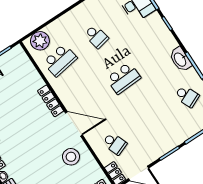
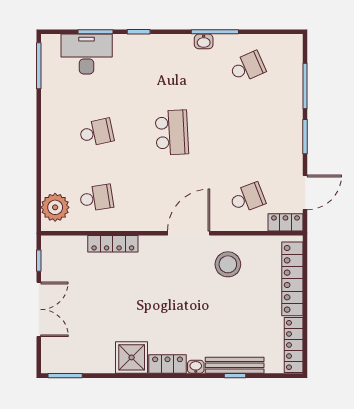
washbasin: (180, 59) -> (204, 41), width x0.52, depth x0.69
school desk: (60, 60) -> (96, 198), width x0.54
locker: (51, 101) -> (113, 244), moved

